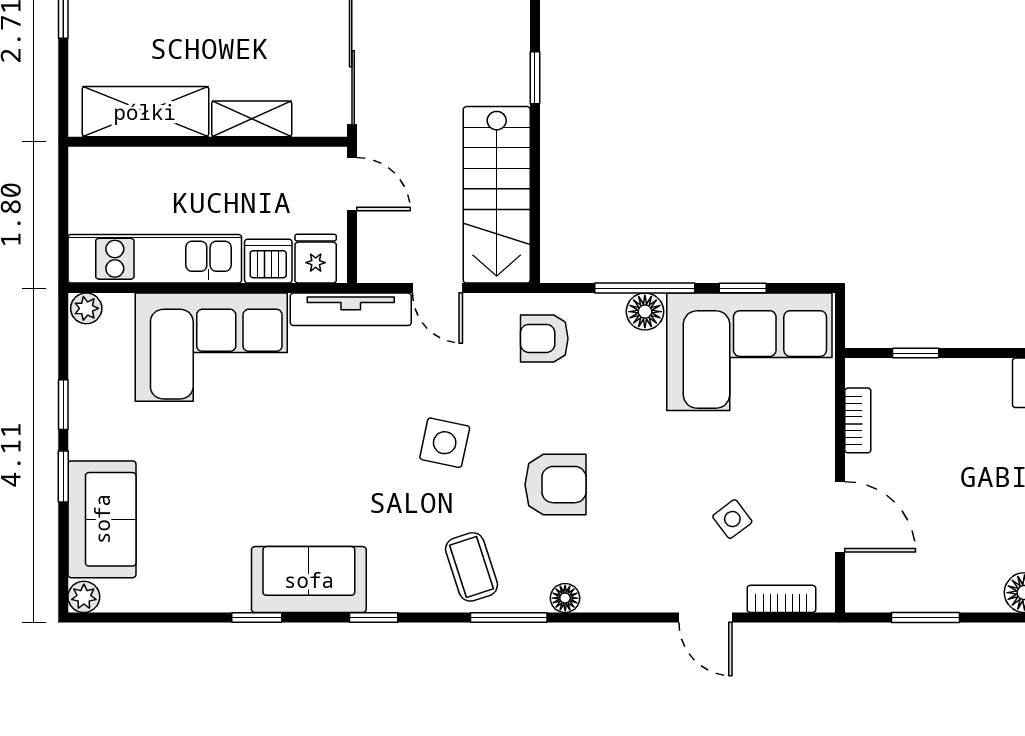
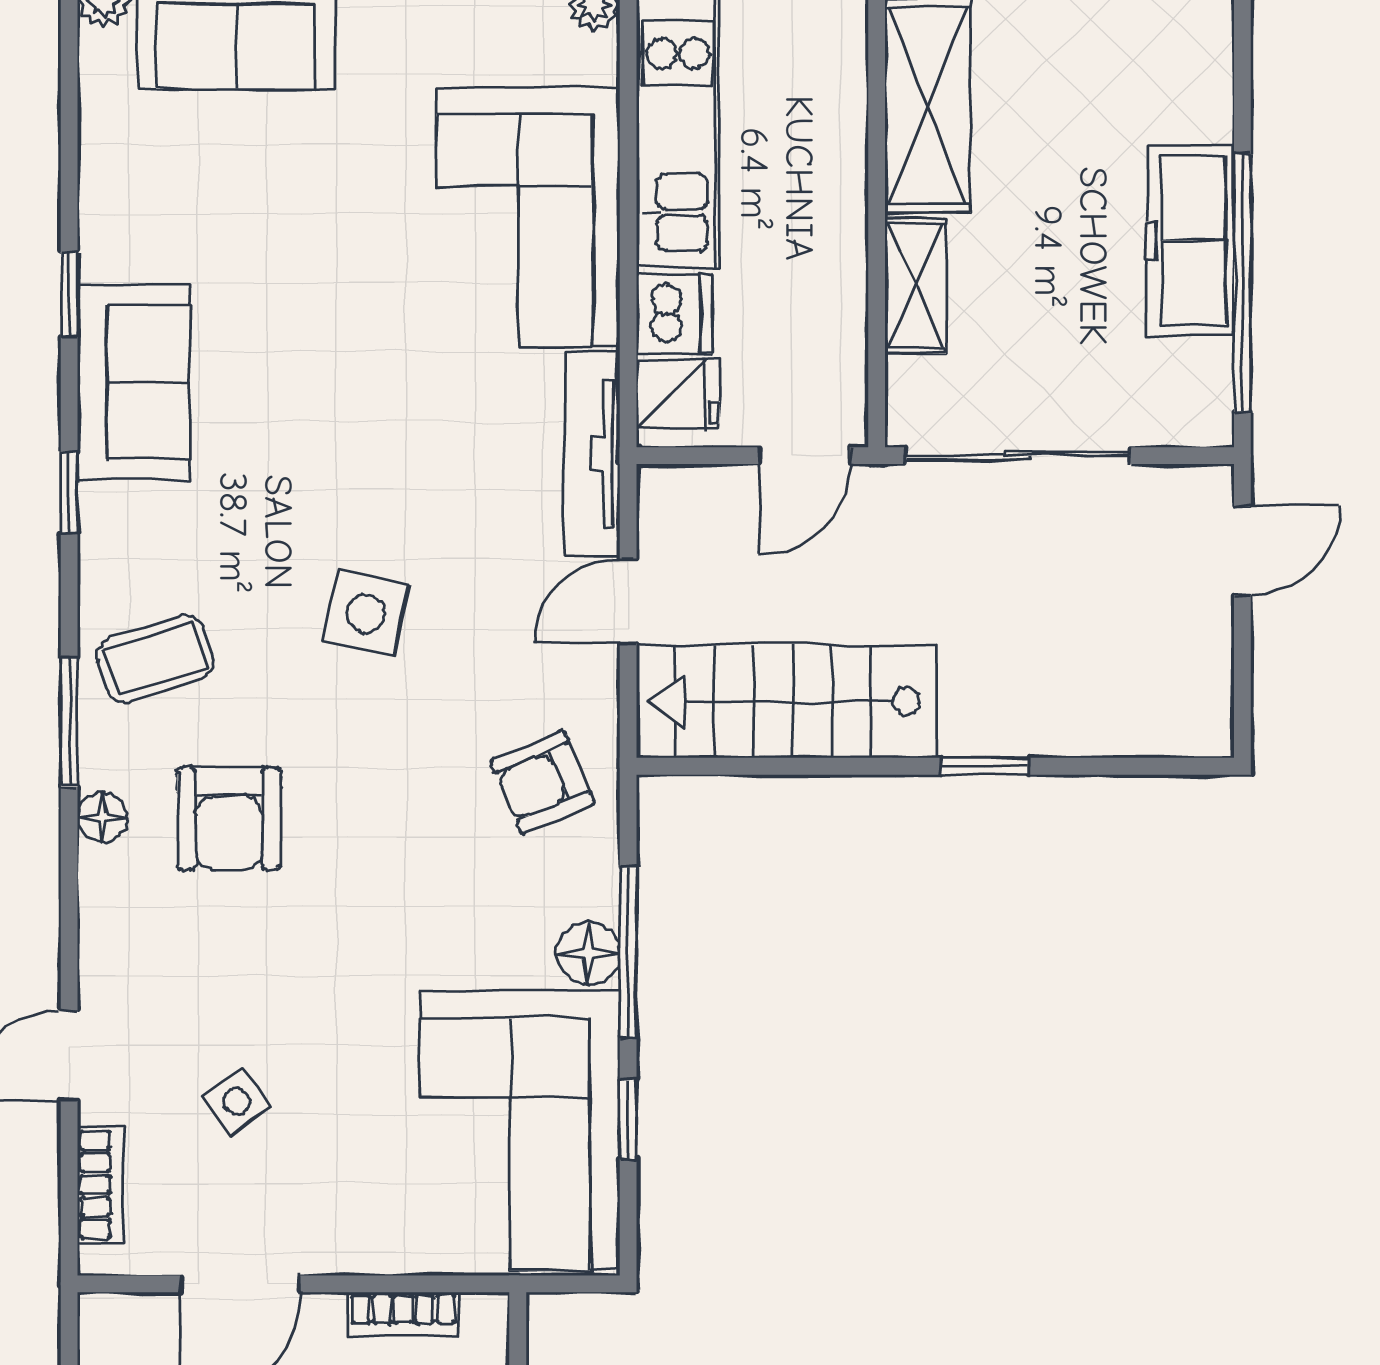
armchair: (544, 338) -> (543, 782), turned -113
armchair: (555, 485) -> (229, 819), moved

